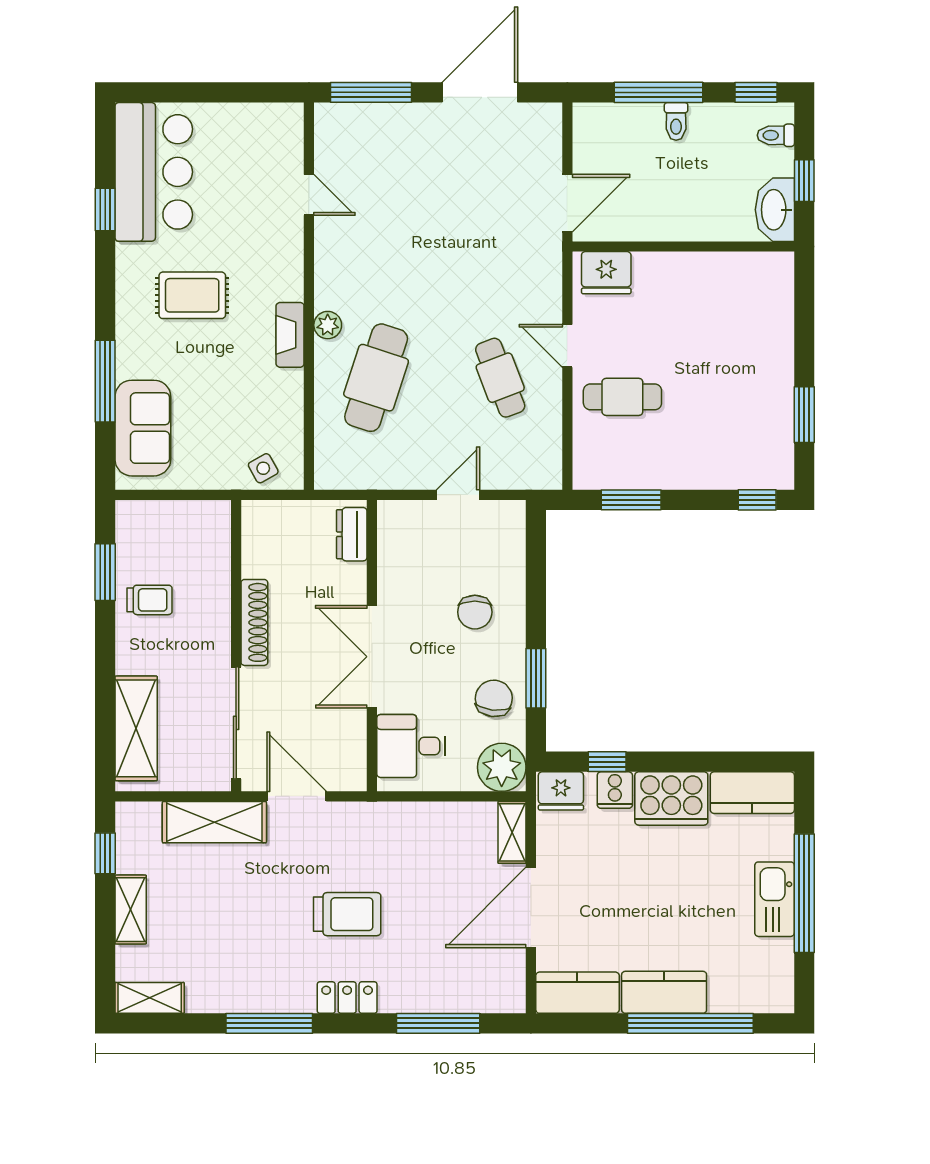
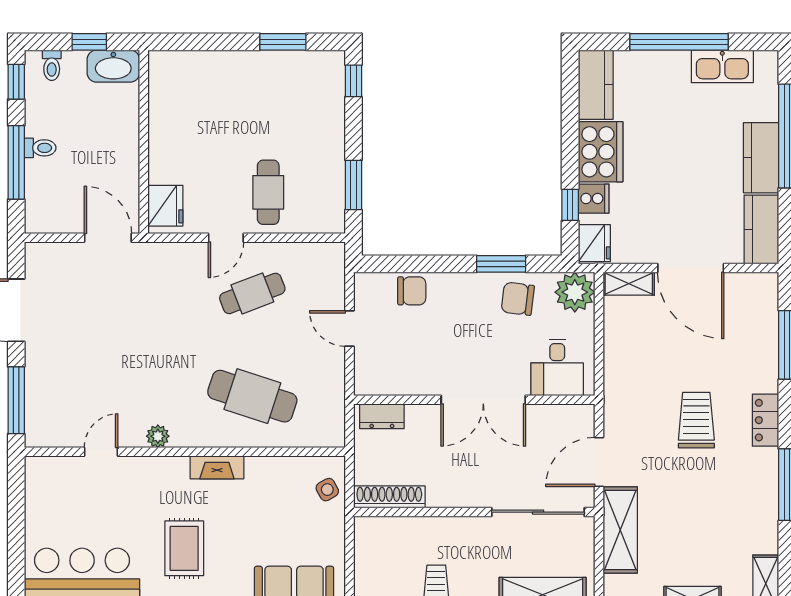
plant: (328, 325) -> (158, 436), moved
chair: (475, 612) -> (412, 291), moved
shoe rack: (254, 622) -> (389, 497), moved
kitchen sink: (775, 899) -> (722, 66), moved

